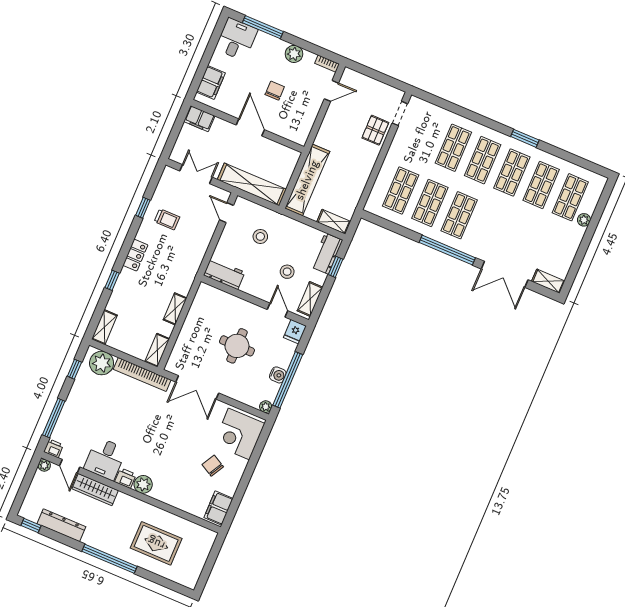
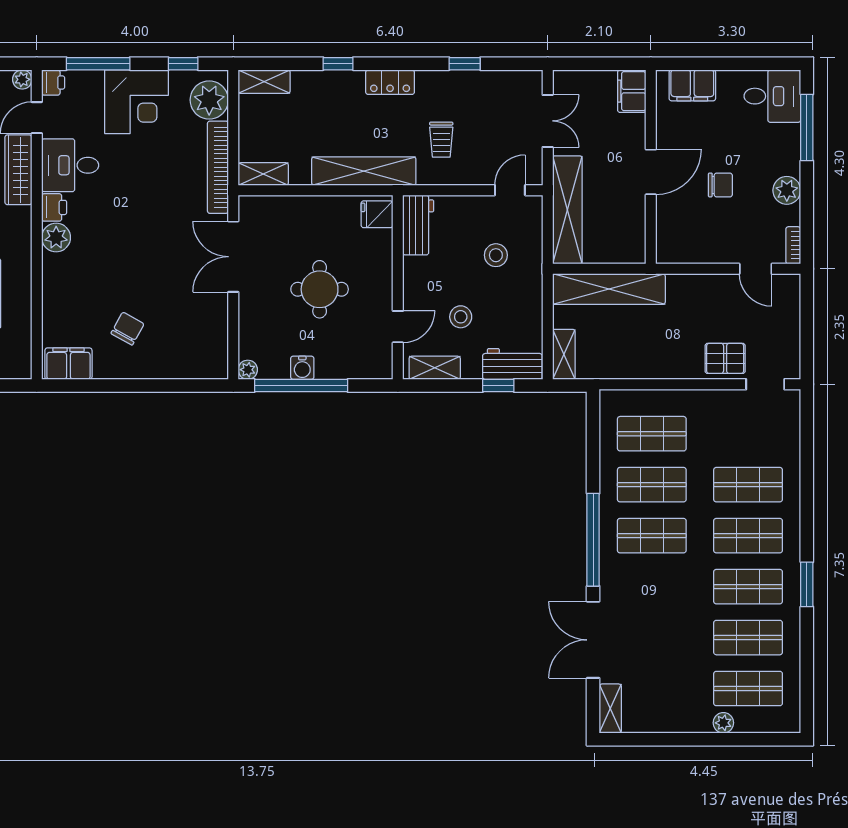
trolley: (167, 219) -> (441, 140), moved
shelving: (175, 309) -> (364, 171), width x2.20, depth x1.33
fridge: (295, 332) -> (377, 214), moved
corner desk: (239, 434) -> (137, 102), moved, turned 180

